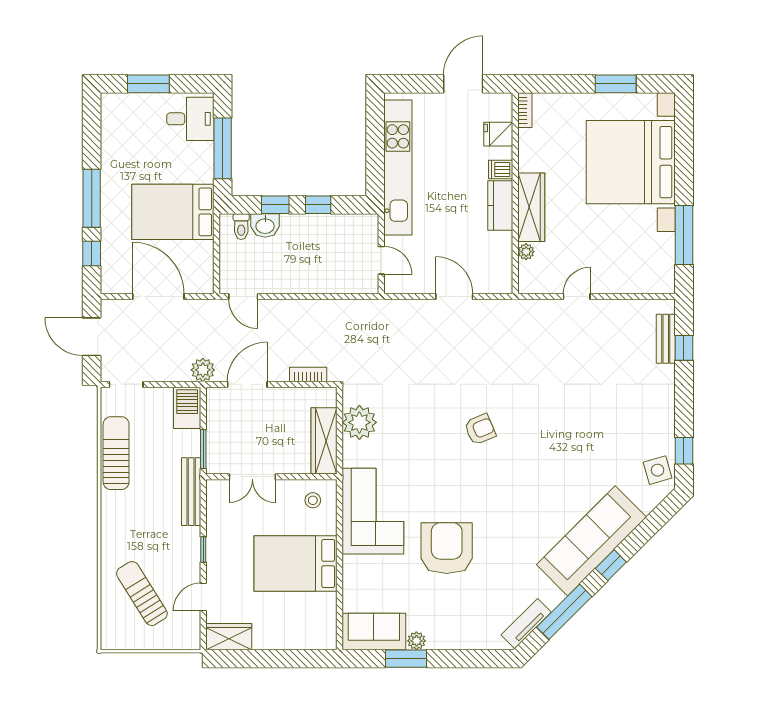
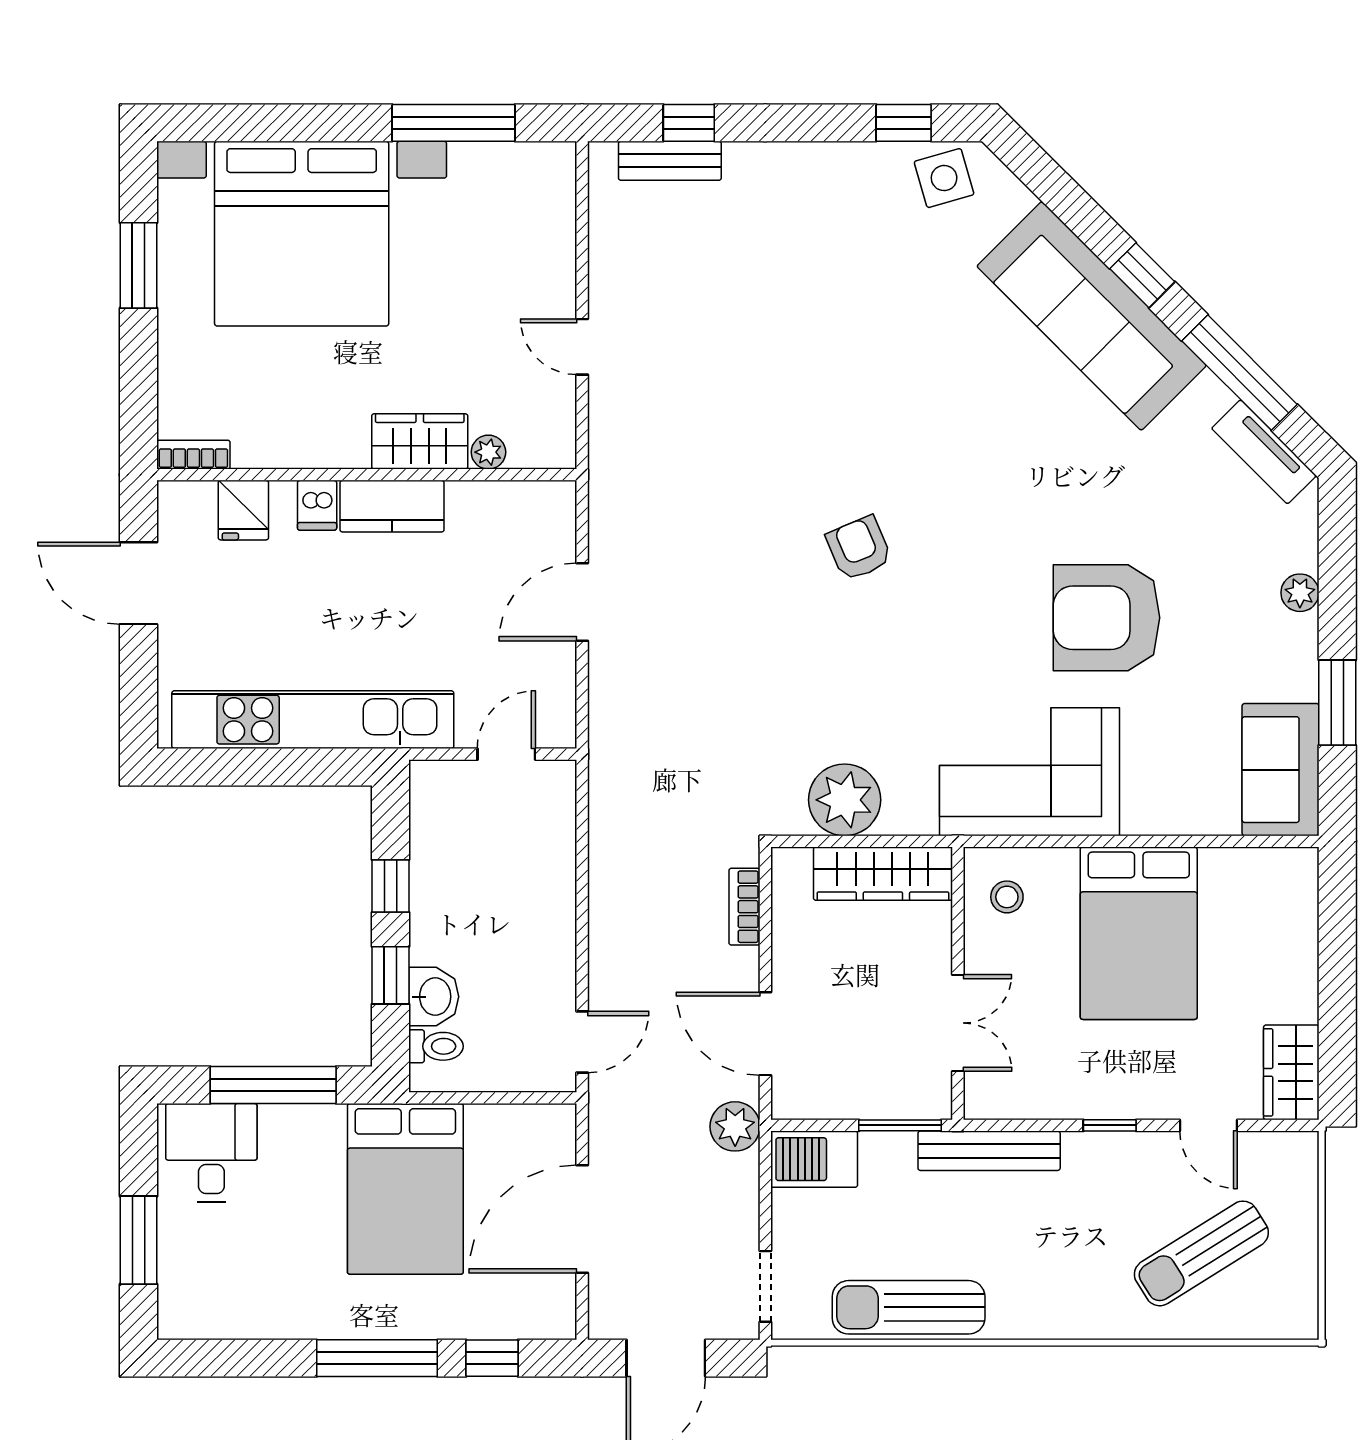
wardrobe: (531, 207) -> (420, 441), width x0.67
plant: (416, 641) -> (1300, 593), moved

